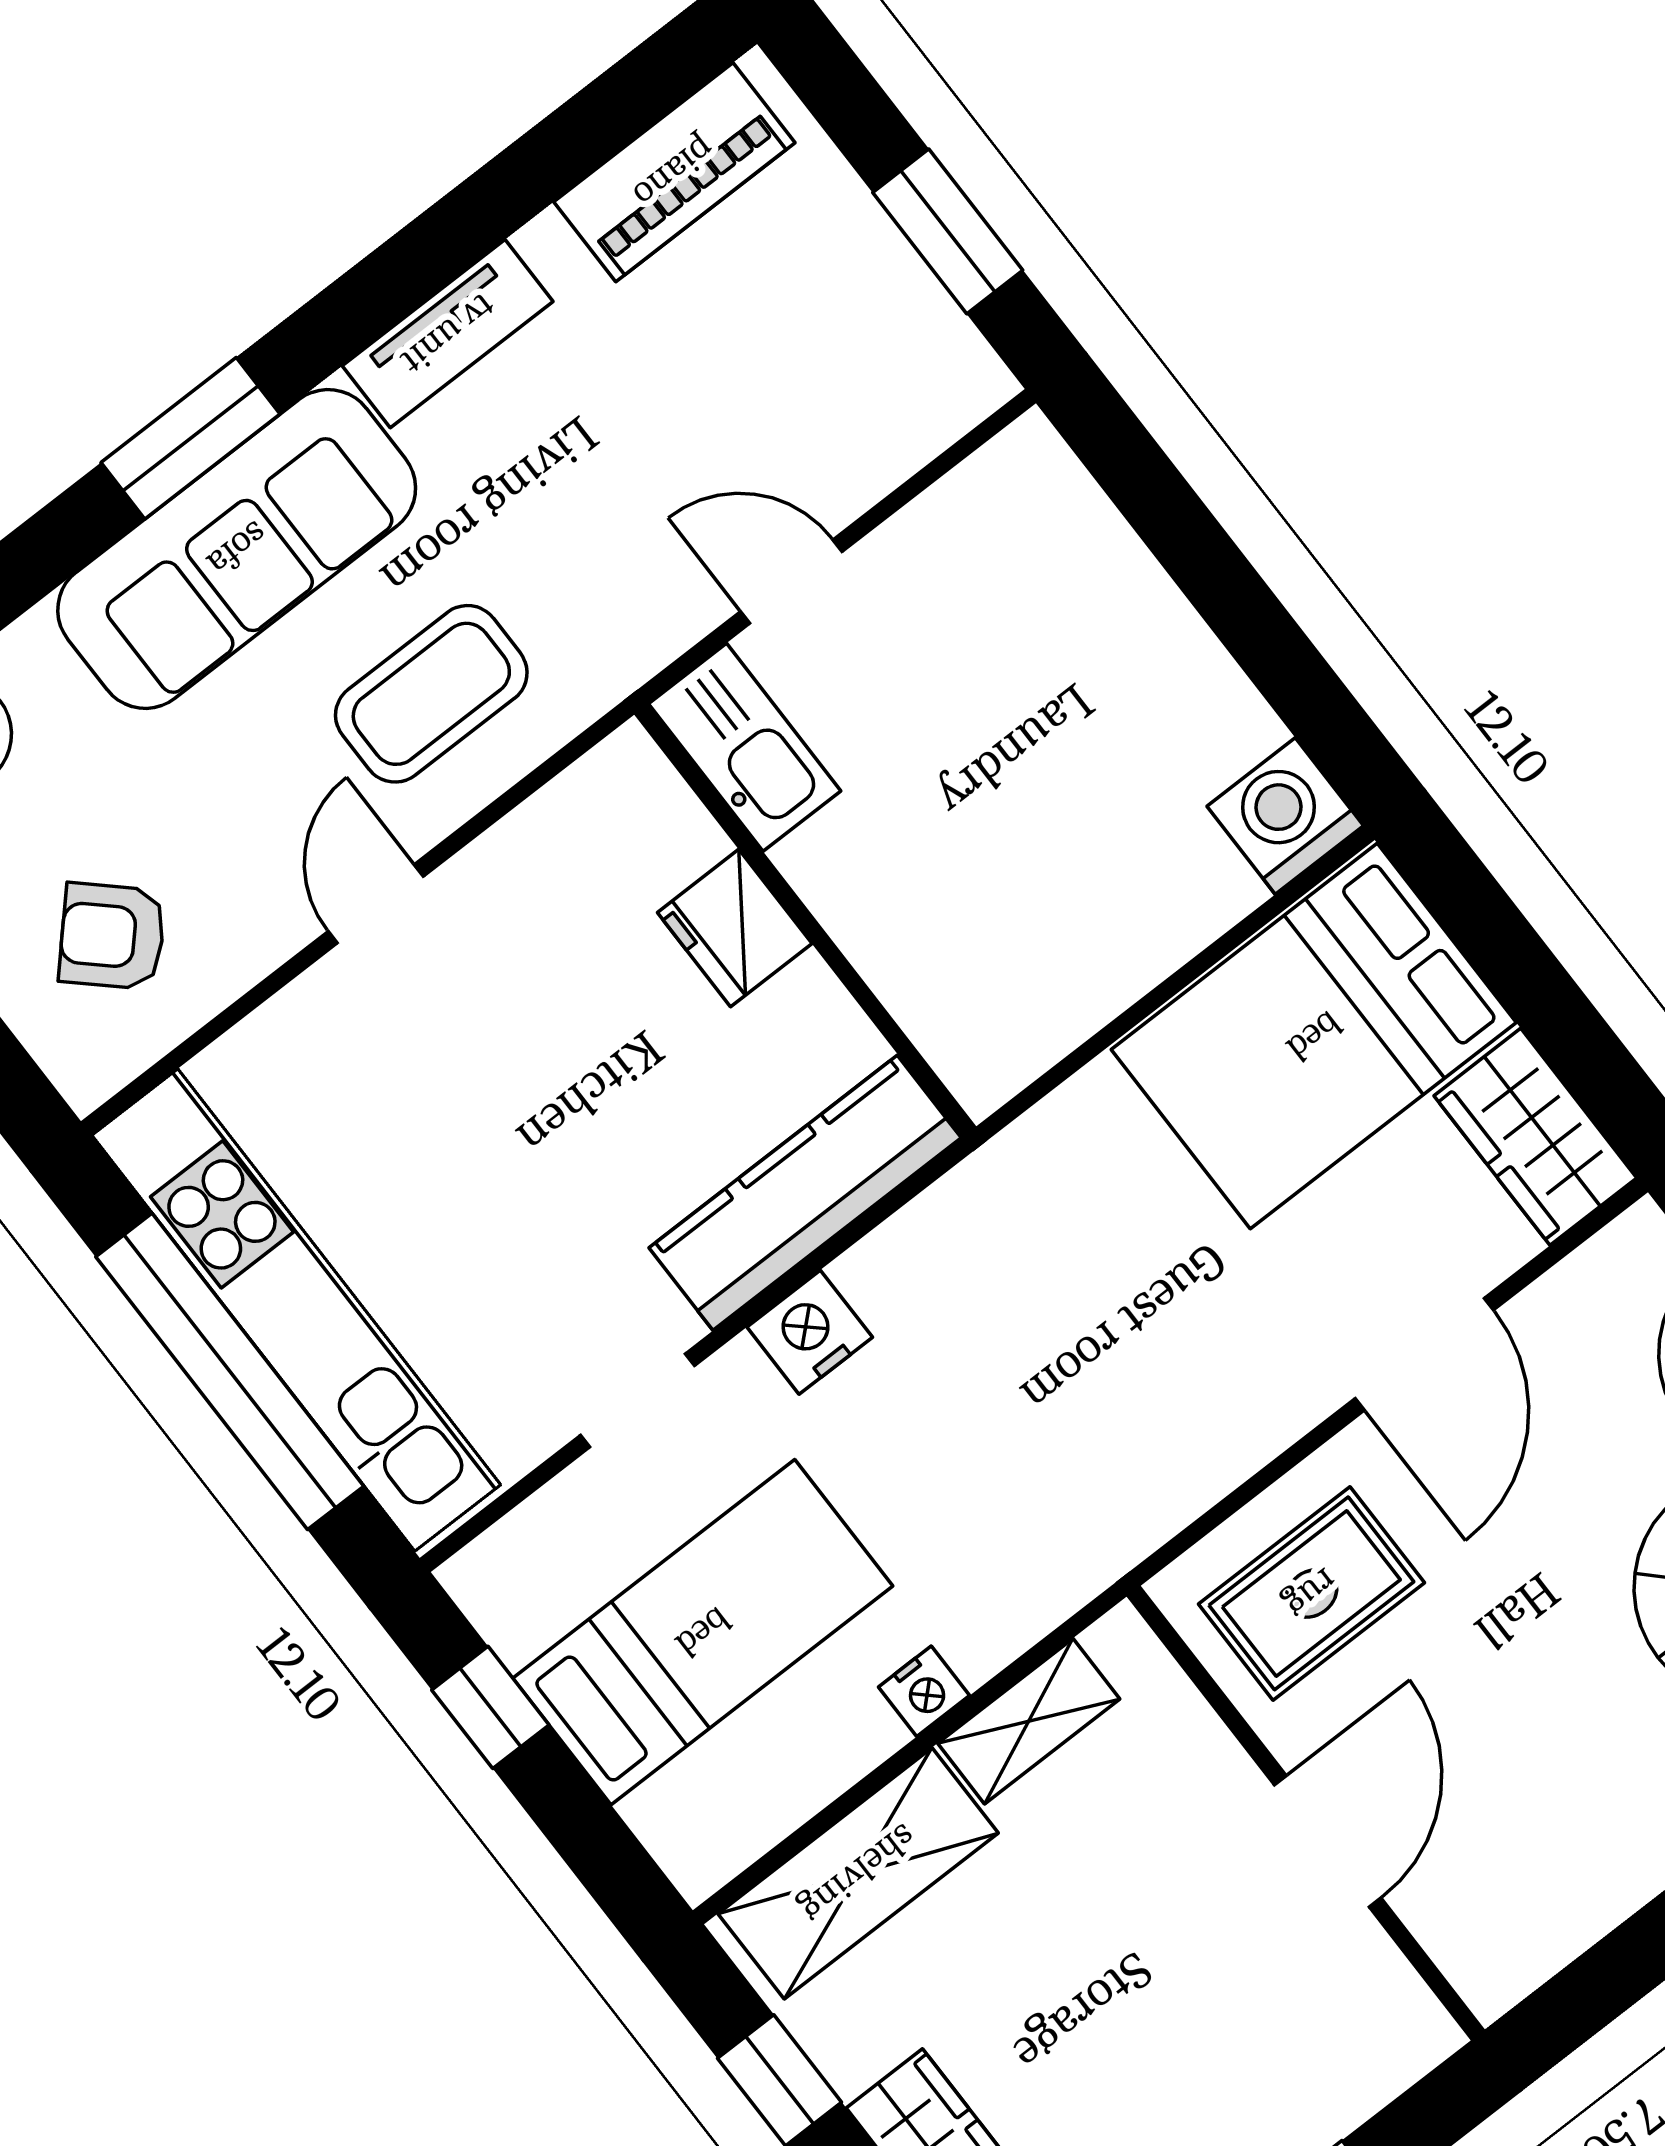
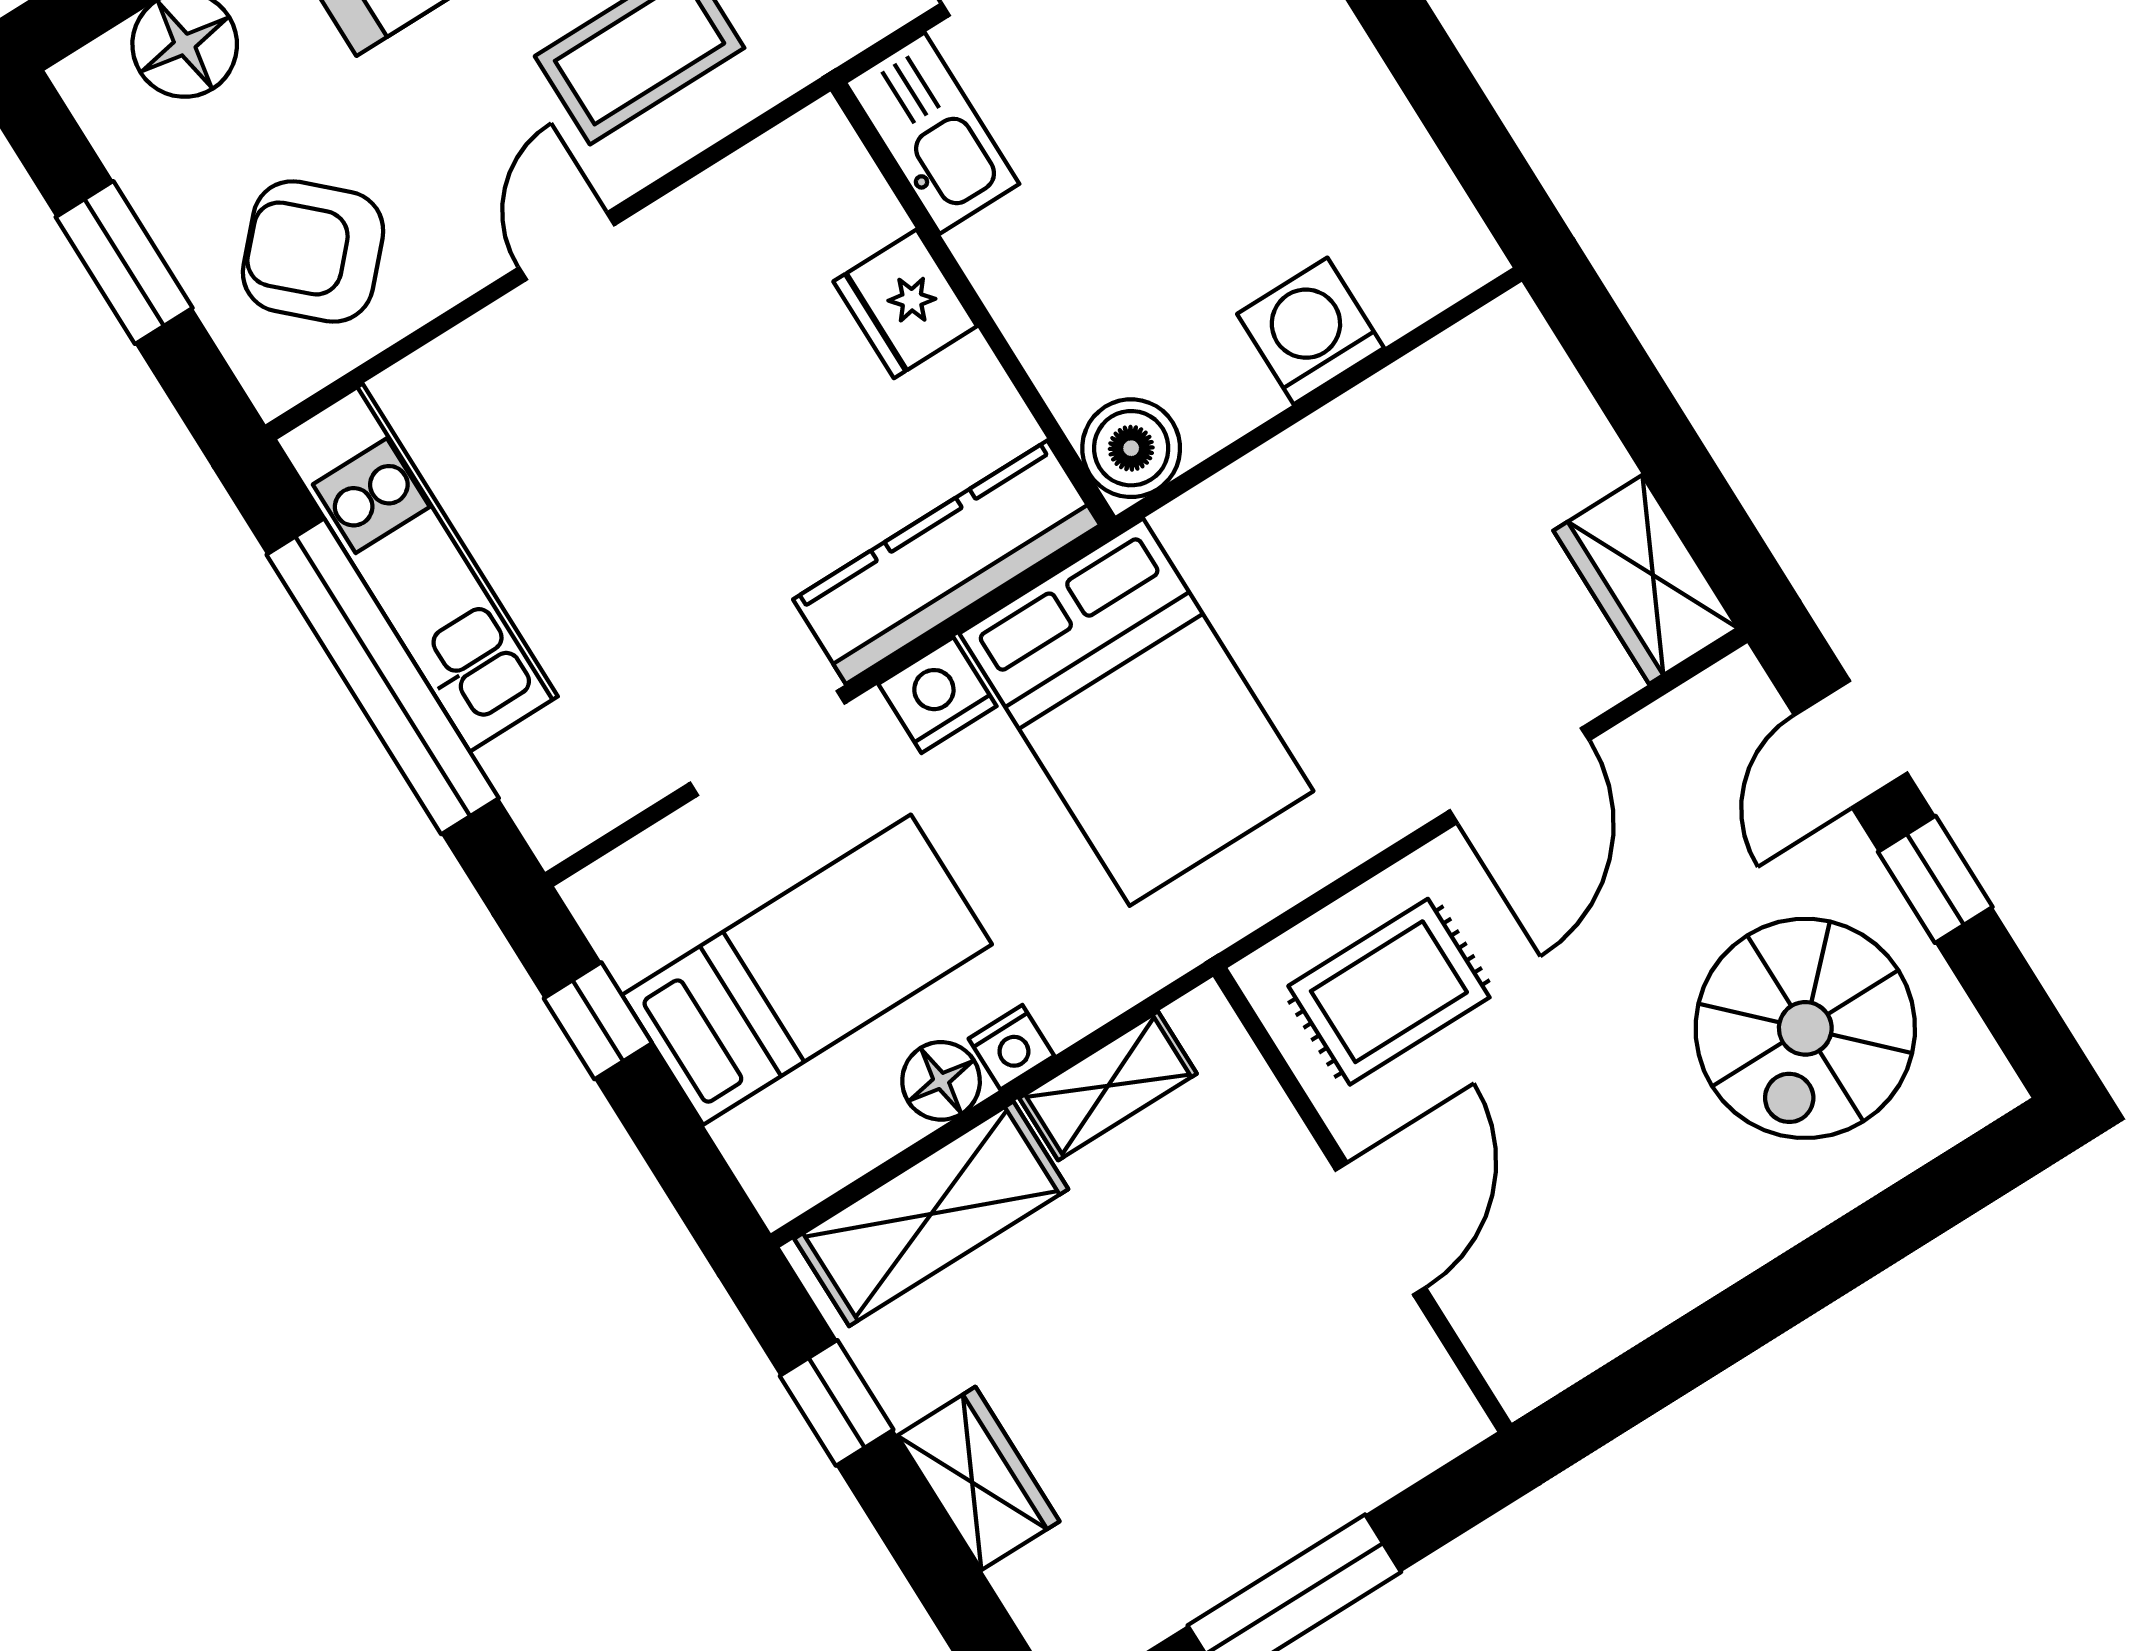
washing machine: (1285, 816) -> (1310, 331), moved
armchair: (112, 936) -> (313, 251), width x1.38, depth x1.38
bed: (1314, 1036) -> (1136, 712), moved, turned -90
boiler: (985, 1054) -> (1131, 448), added
kitchen unit: (296, 1310) -> (416, 568), width x0.73
doorway: (638, 1400) -> (767, 743), width x1.38
floor lamp: (854, 1734) -> (941, 1081), added

